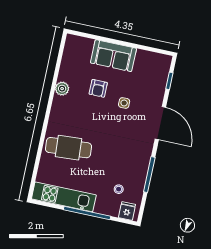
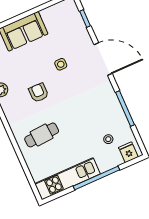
armchair: (98, 88) -> (39, 93), moved, turned 180
cafe table: (68, 148) -> (42, 135), width x0.73, depth x0.74

